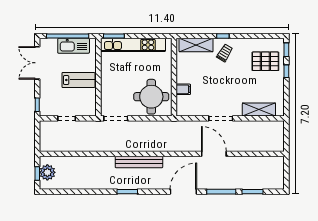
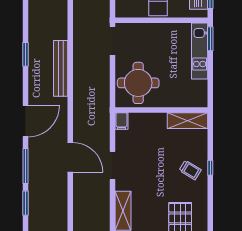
kitchen unit: (133, 45) -> (200, 51), width x0.73
shelving: (196, 45) -> (187, 121), moved, turned 90
filing cabinet: (183, 89) -> (122, 121), moved
door: (214, 154) -> (70, 157), hinge flipped
door: (183, 192) -> (25, 121), hinge flipped

